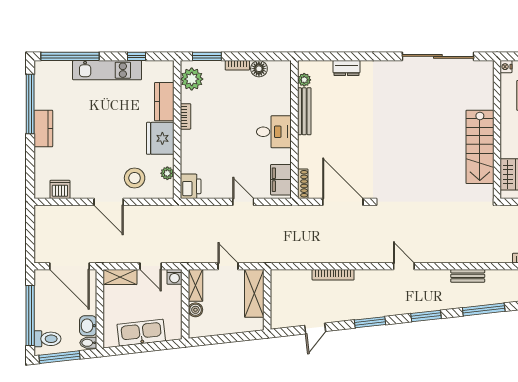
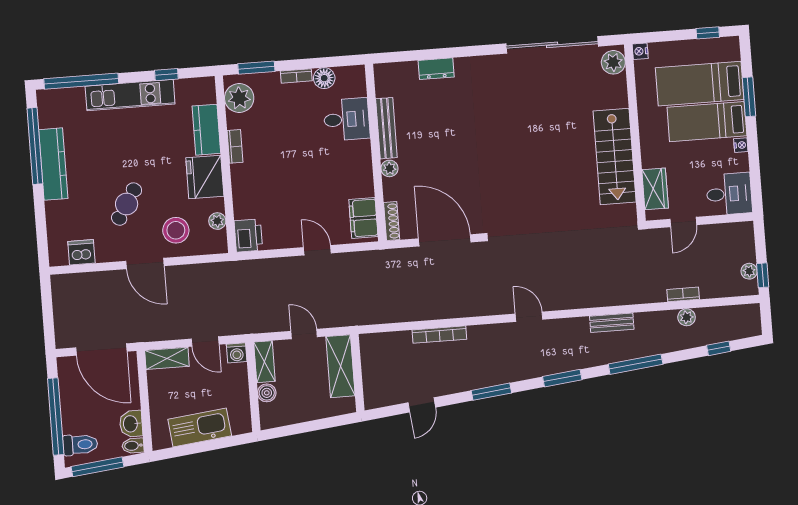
plant: (484, 74) -> (613, 62), added
plant: (304, 80) -> (389, 168), moved
kitchen counter: (43, 128) -> (53, 164), width x1.50
desk: (274, 132) -> (347, 119), moved
cafe table: (98, 155) -> (127, 204), added

